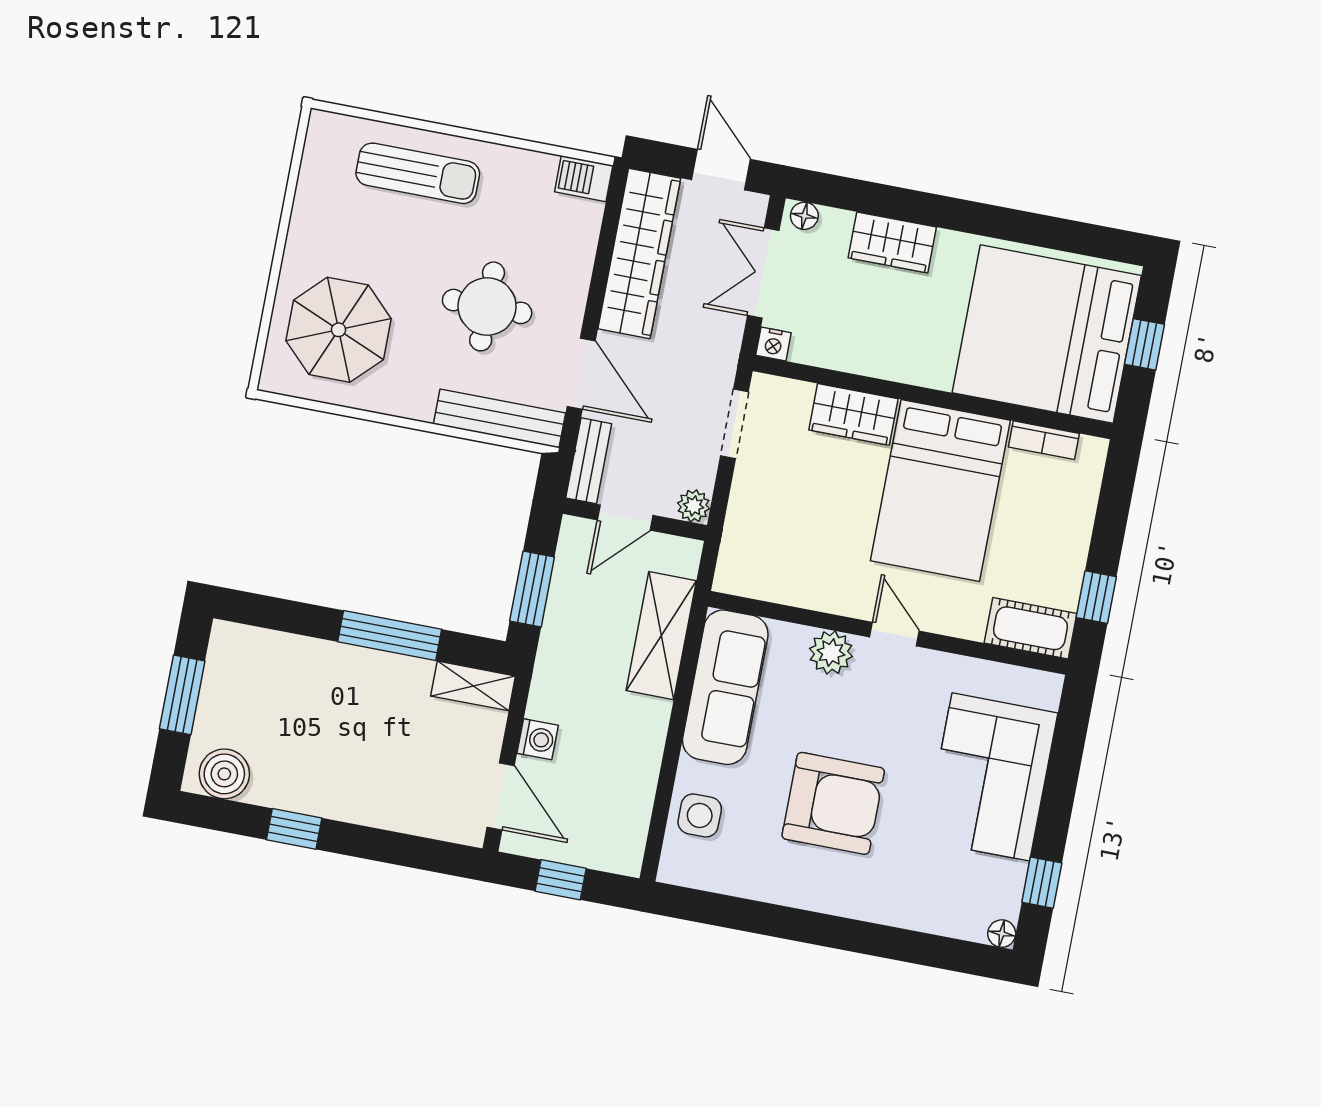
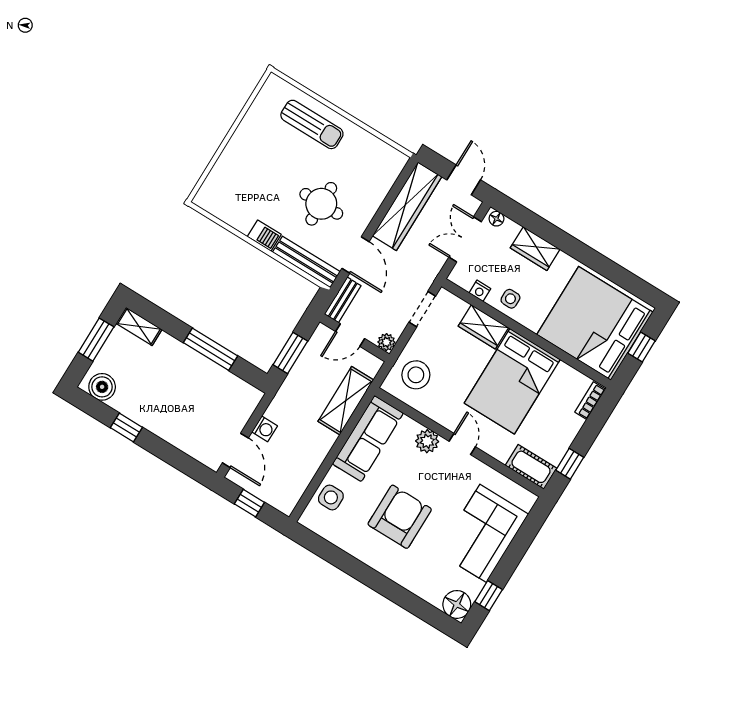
barbecue: (584, 179) -> (264, 236), moved, turned 180
parasol: (339, 330) -> (243, 187), removed
nightstand: (773, 344) -> (480, 291), moved
side table: (882, 347) -> (510, 299), added
bookcase: (1044, 440) -> (590, 401), moved, turned 90
stool: (767, 544) -> (416, 375), added
shelving: (473, 686) -> (139, 326), moved
armchair: (833, 803) -> (400, 517), turned -90
floor lamp: (1002, 934) -> (457, 604), width x1.89, depth x1.89

